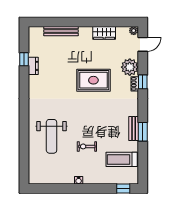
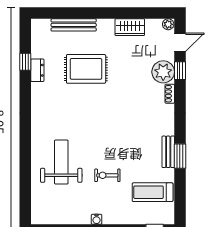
rug: (93, 80) -> (86, 69), moved
window: (143, 82) -> (180, 71), moved
weight bench: (52, 136) -> (61, 162), turned 180

